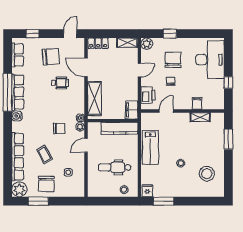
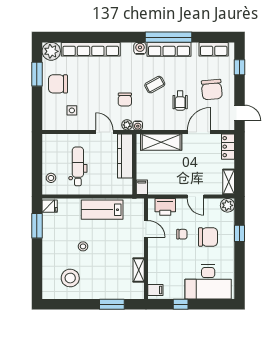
filing cabinet: (197, 103) -> (155, 290), moved
filing cabinet: (132, 110) -> (142, 187), width x0.50
kitchen counter: (120, 128) -> (125, 156), moved
coffee table: (44, 154) -> (155, 85), moved

